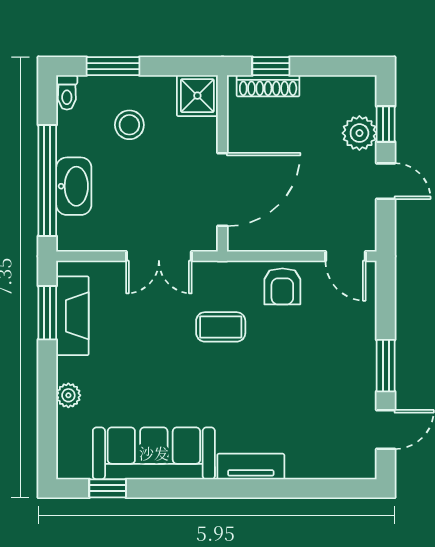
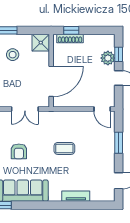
armchair: (282, 286) -> (19, 151), moved
coffee table: (221, 327) -> (64, 148), moved
window: (386, 366) -> (119, 143), moved
tv unit: (251, 467) -> (76, 196), moved

